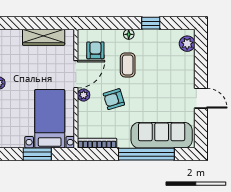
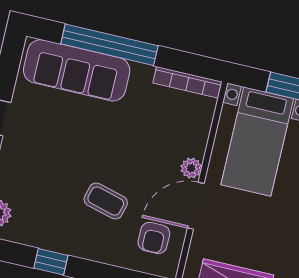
floor lamp: (129, 34) -> (92, 252), removed
coffee table: (128, 65) -> (106, 201), turned -75
armchair: (114, 99) -> (142, 149), removed

